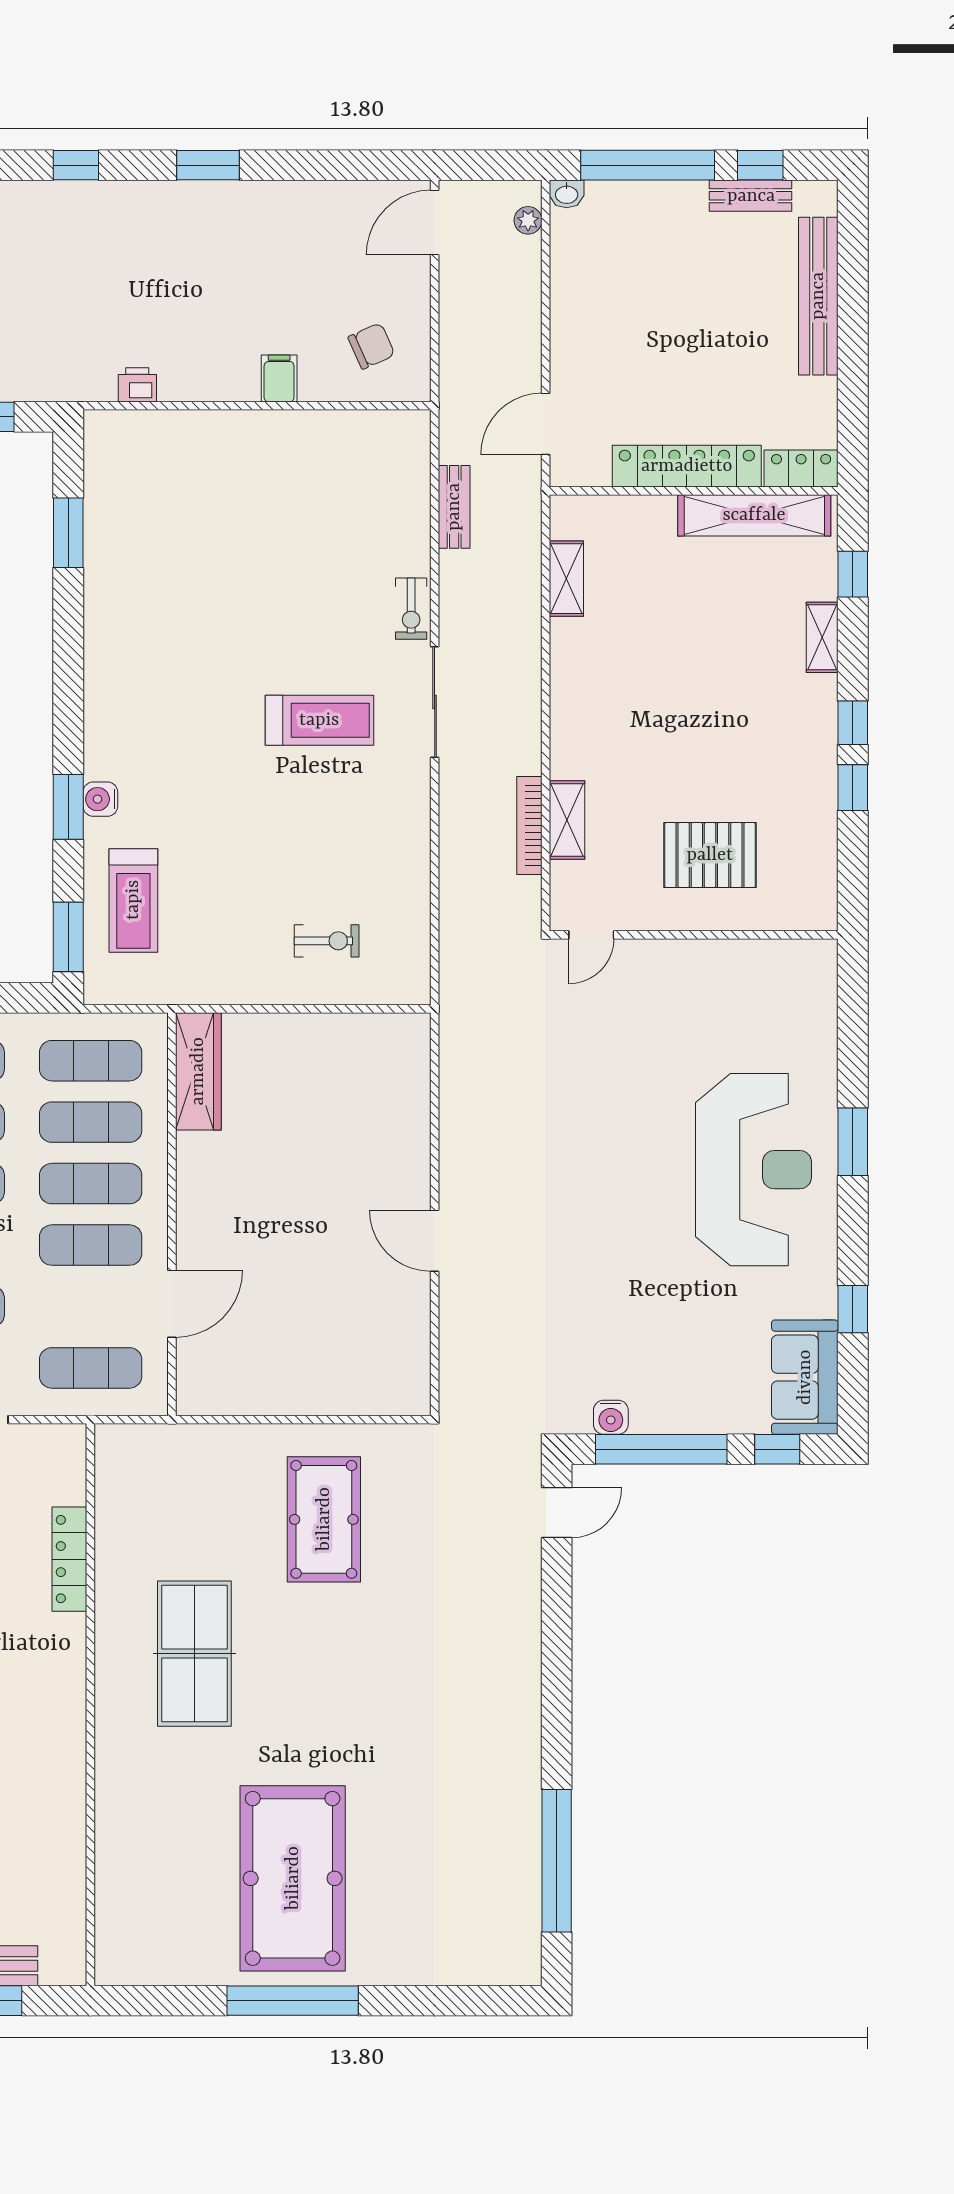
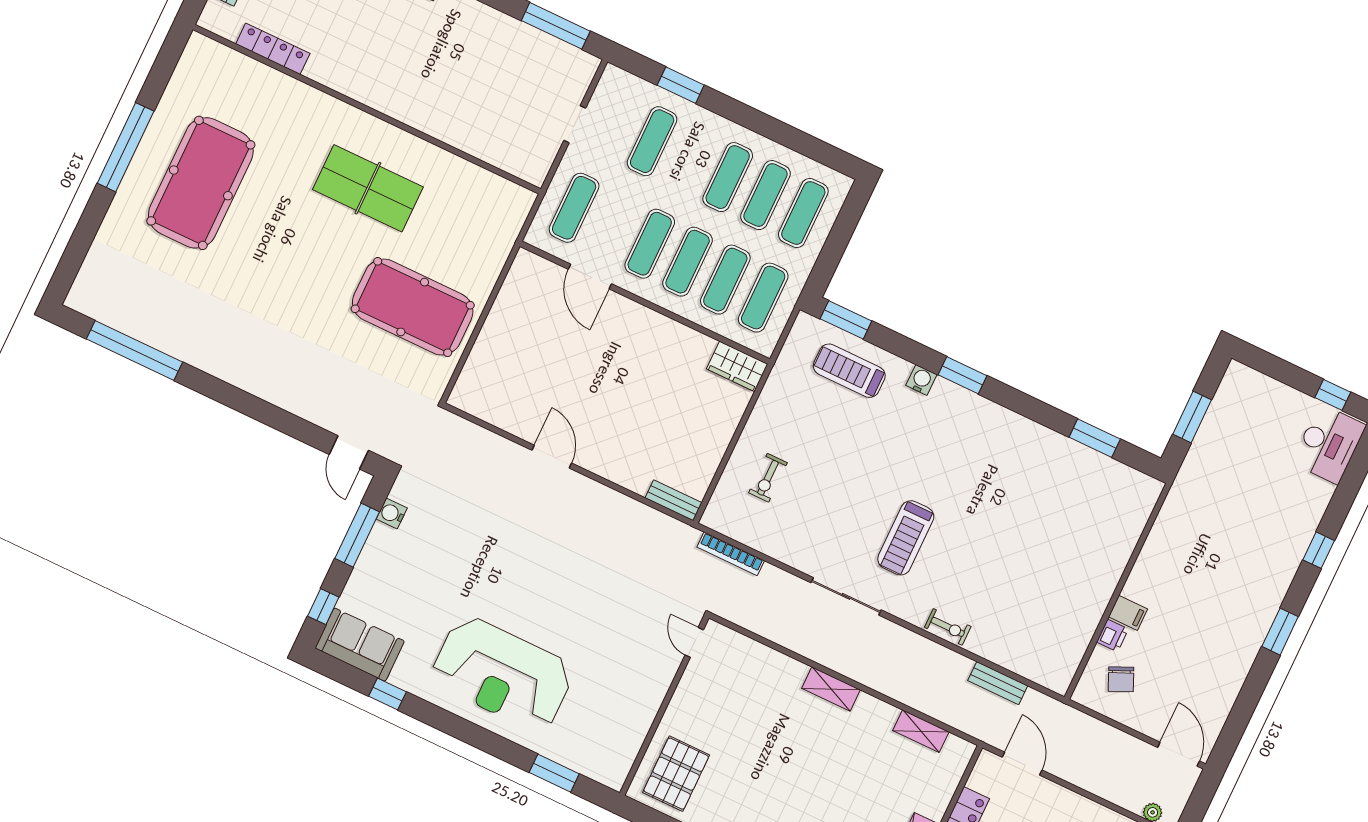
printer: (137, 385) -> (1113, 635), moved
exercise bike: (411, 609) -> (948, 627), turned 180
sliding door: (435, 702) -> (846, 596), moved
window: (68, 807) -> (963, 375), moved
shelving: (567, 820) -> (831, 689), moved
bookcase: (529, 826) -> (731, 554), moved, turned 180
pallet: (710, 855) -> (676, 774), moved
bench: (416, 1052) -> (674, 500), added
wardrobe: (198, 1071) -> (737, 366), width x0.67
window: (853, 1142) -> (554, 773), moved
door: (435, 1241) -> (552, 457), hinge flipped
window: (661, 1449) -> (357, 535), width x0.68
pool table: (324, 1519) -> (413, 307), width x1.36, depth x1.32
locker: (69, 1559) -> (273, 49), moved
pool table: (293, 1878) -> (201, 183), turned 90

